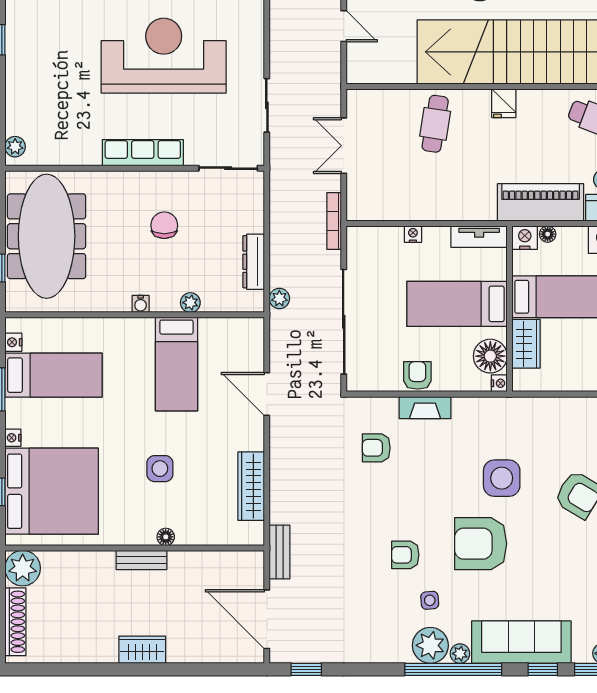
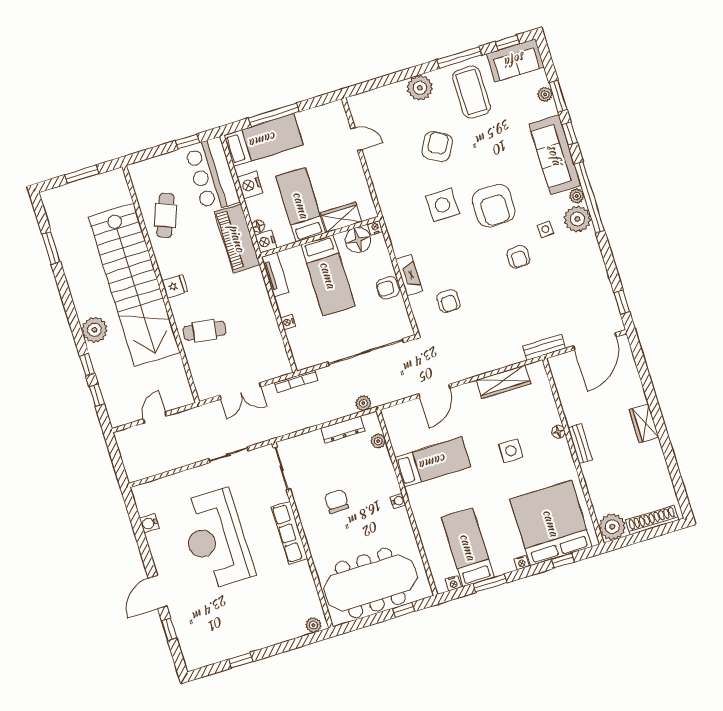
chair: (164, 225) -> (337, 501), turned 90
plant: (190, 303) -> (378, 441), moved

